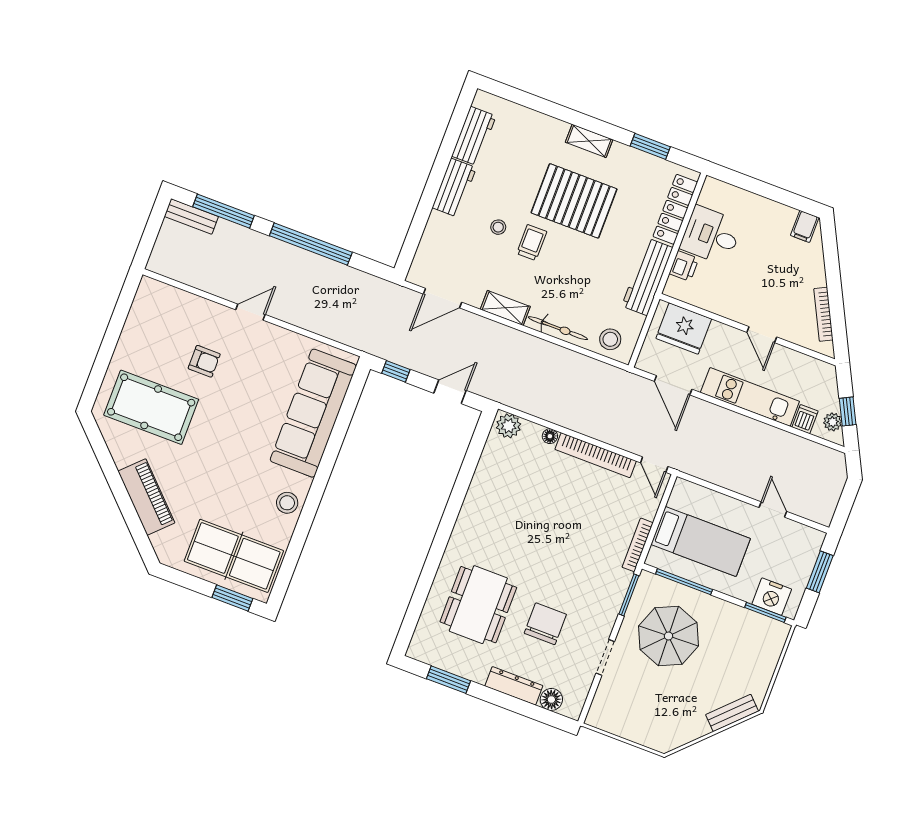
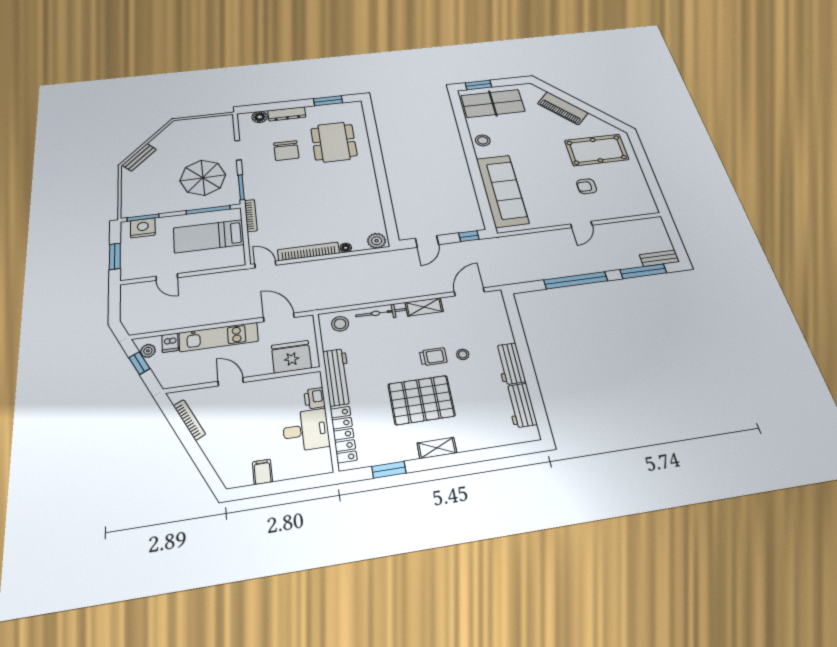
filing cabinet: (805, 226) -> (262, 472), moved
trolley: (532, 243) -> (433, 357), turned -90

